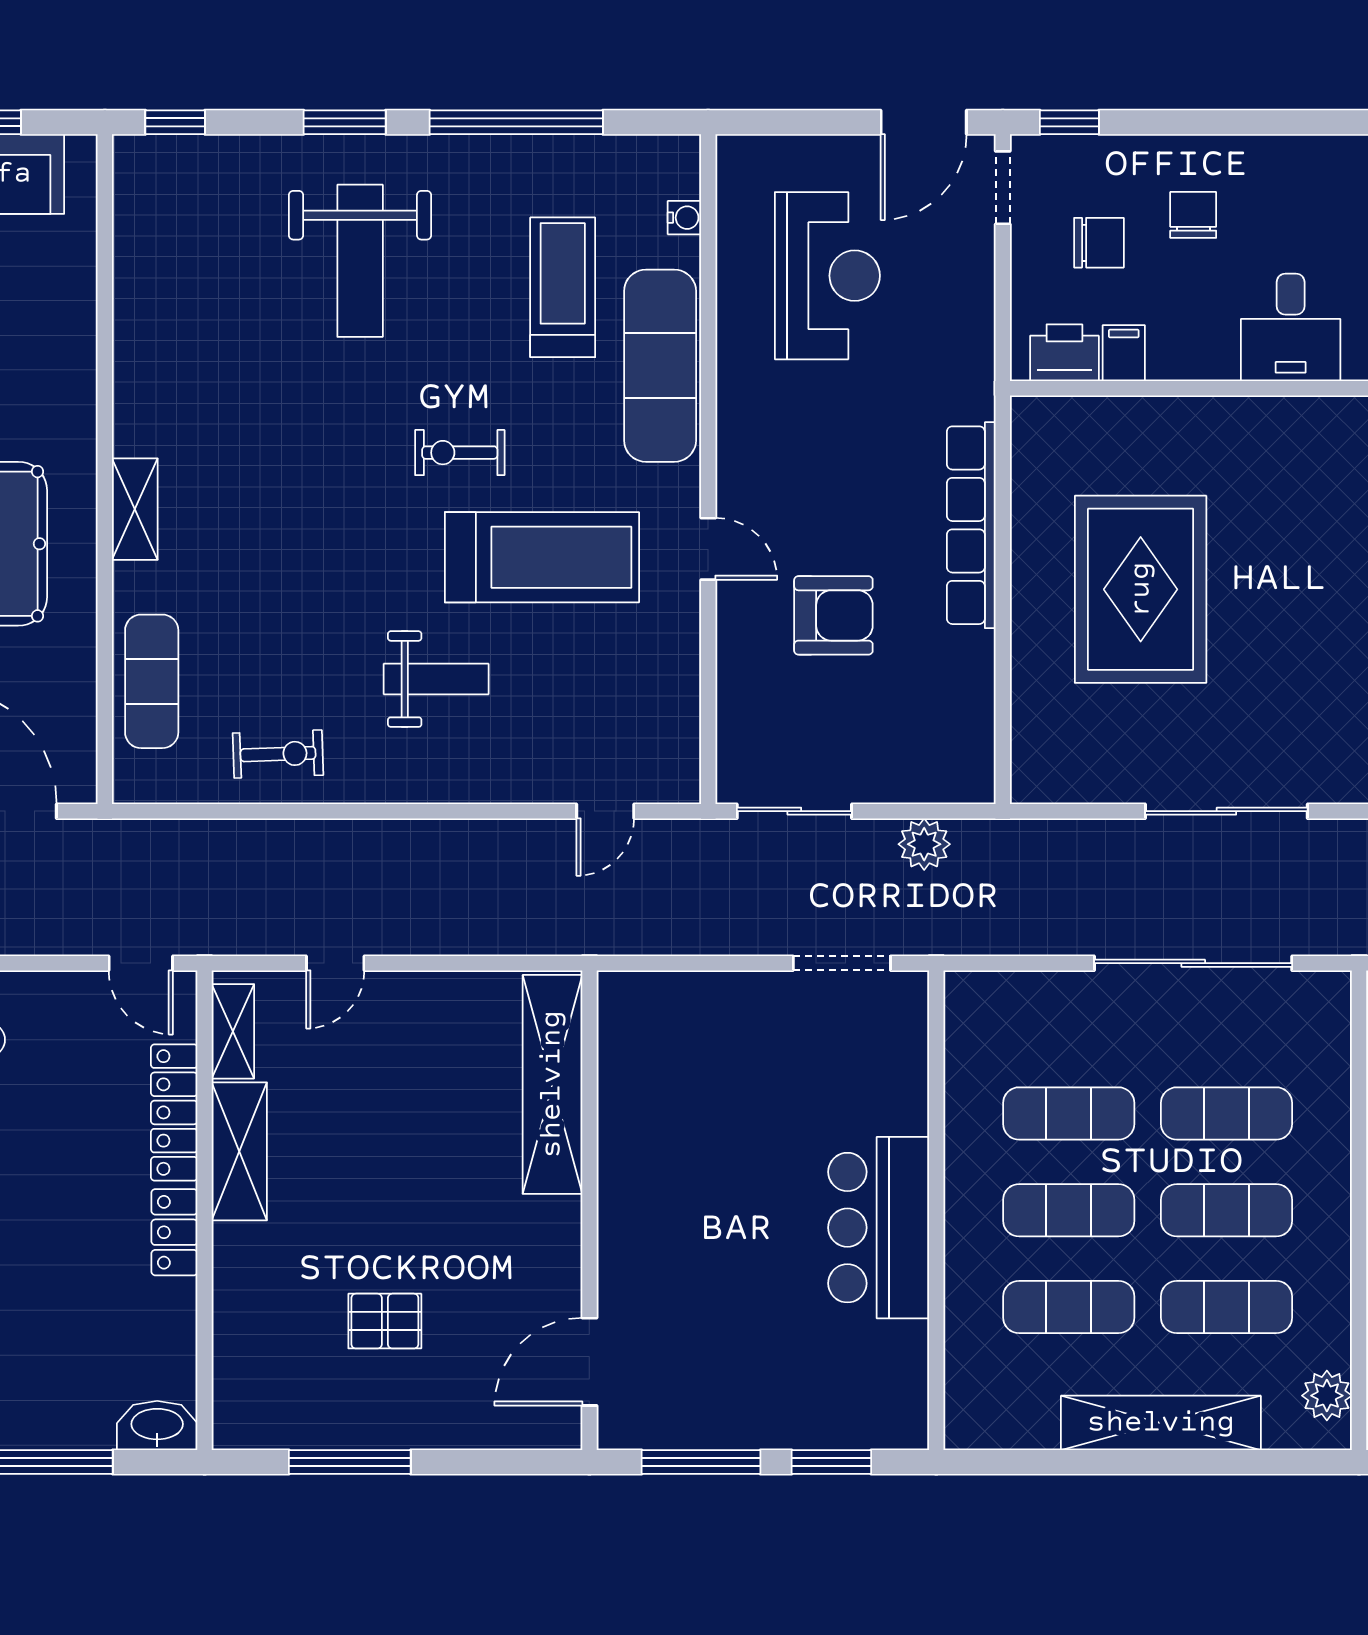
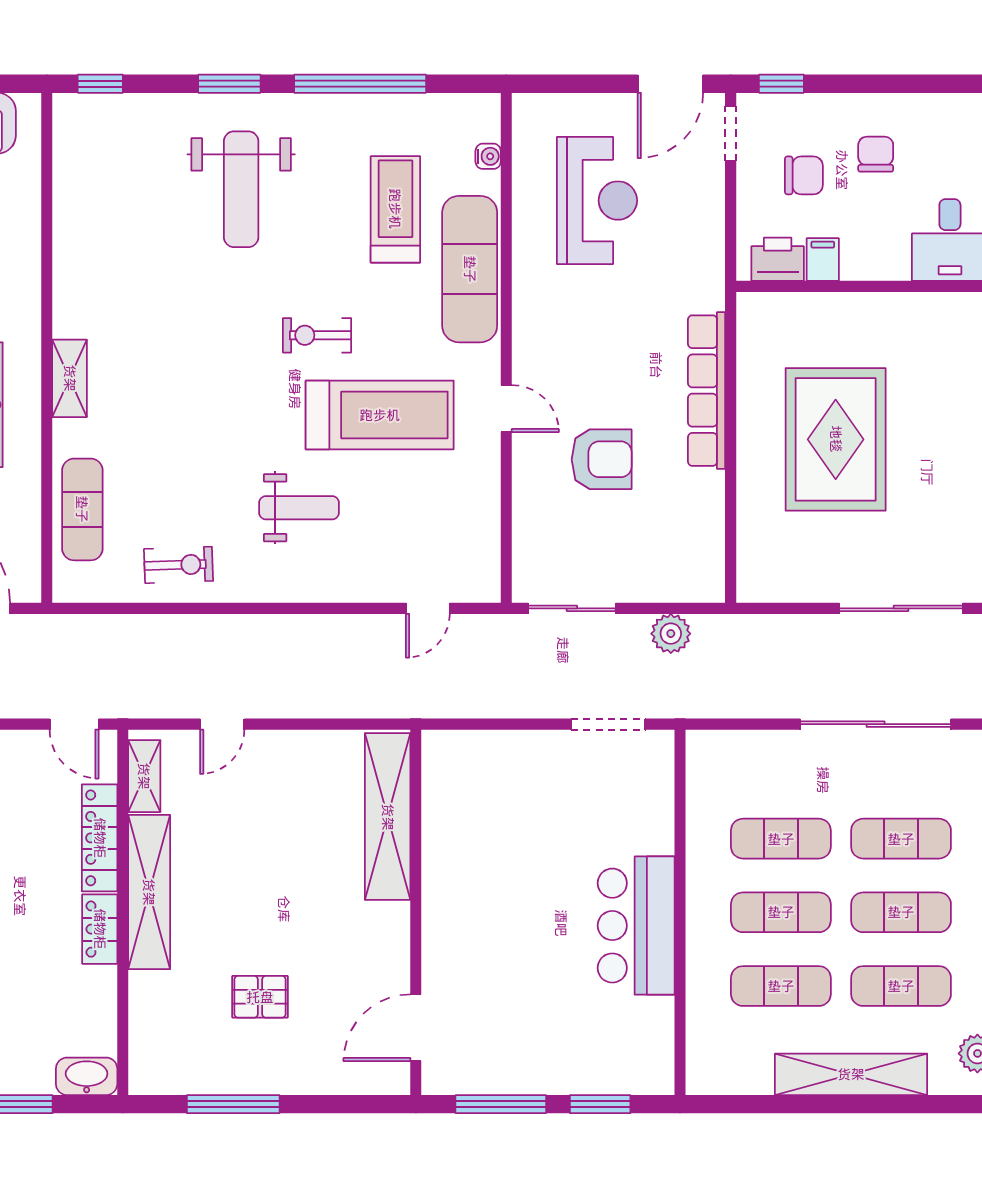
shelving: (239, 1151) -> (149, 892), width x1.47

